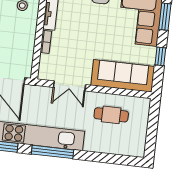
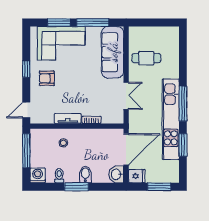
window: (160, 56) -> (93, 23), width x2.17
cafe table: (111, 115) -> (146, 58), turned 90

